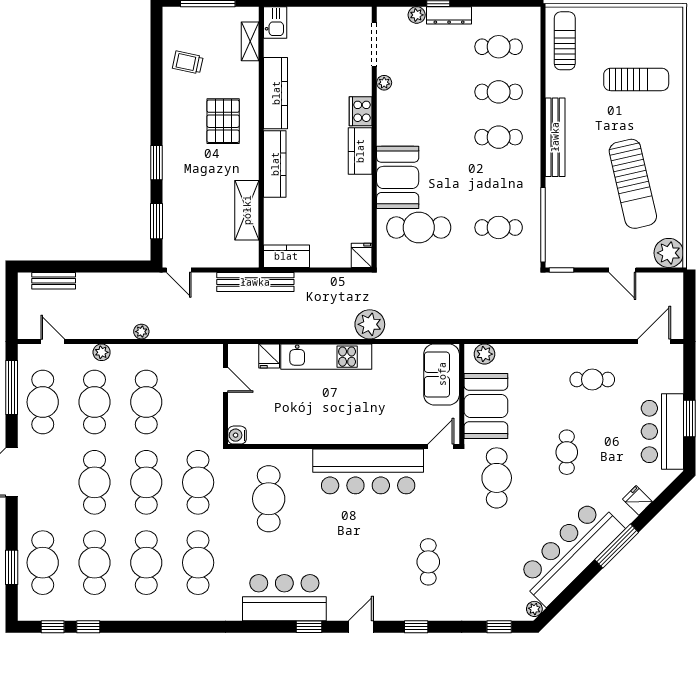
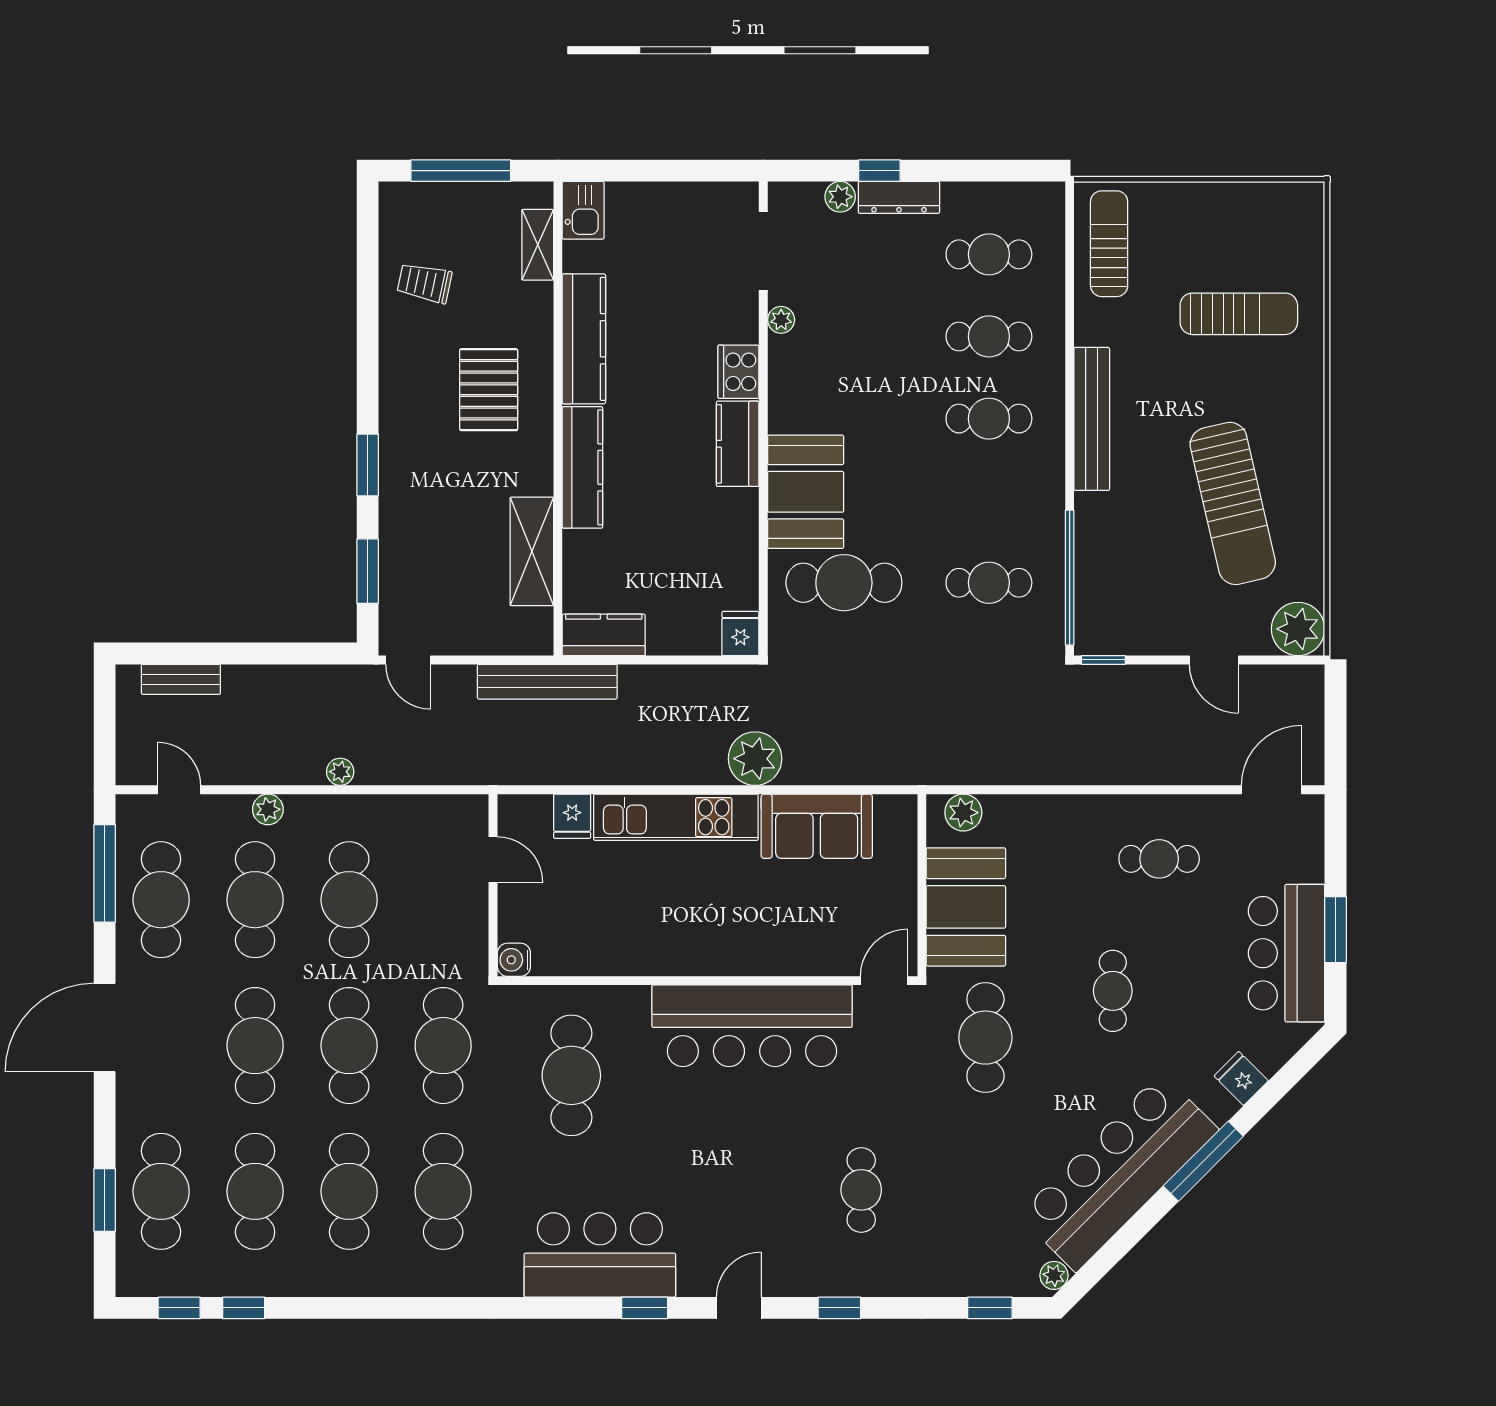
sofa: (442, 374) -> (817, 826), moved, turned -90

